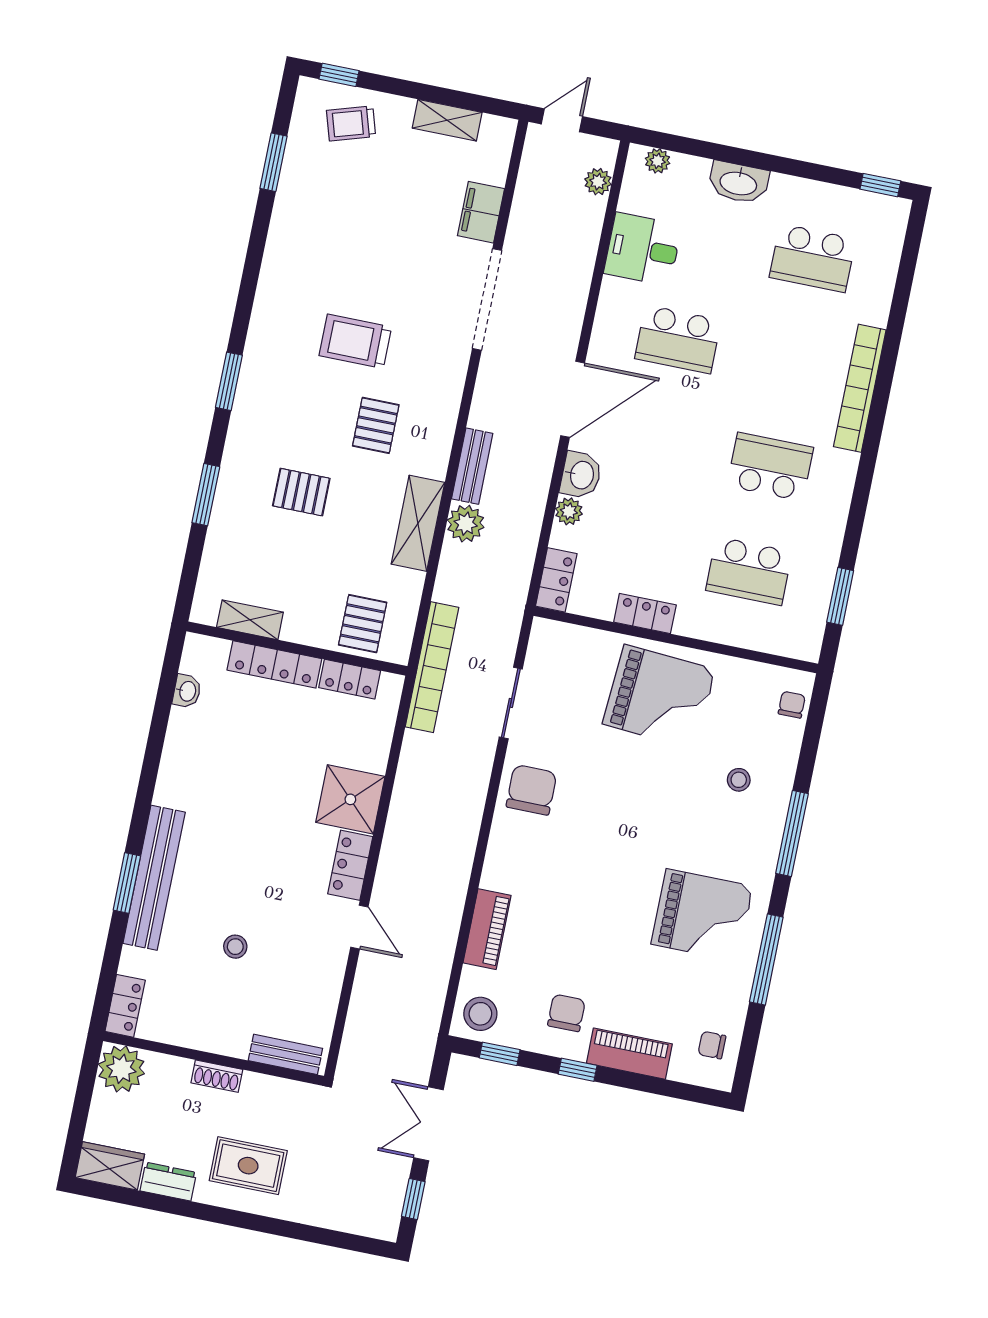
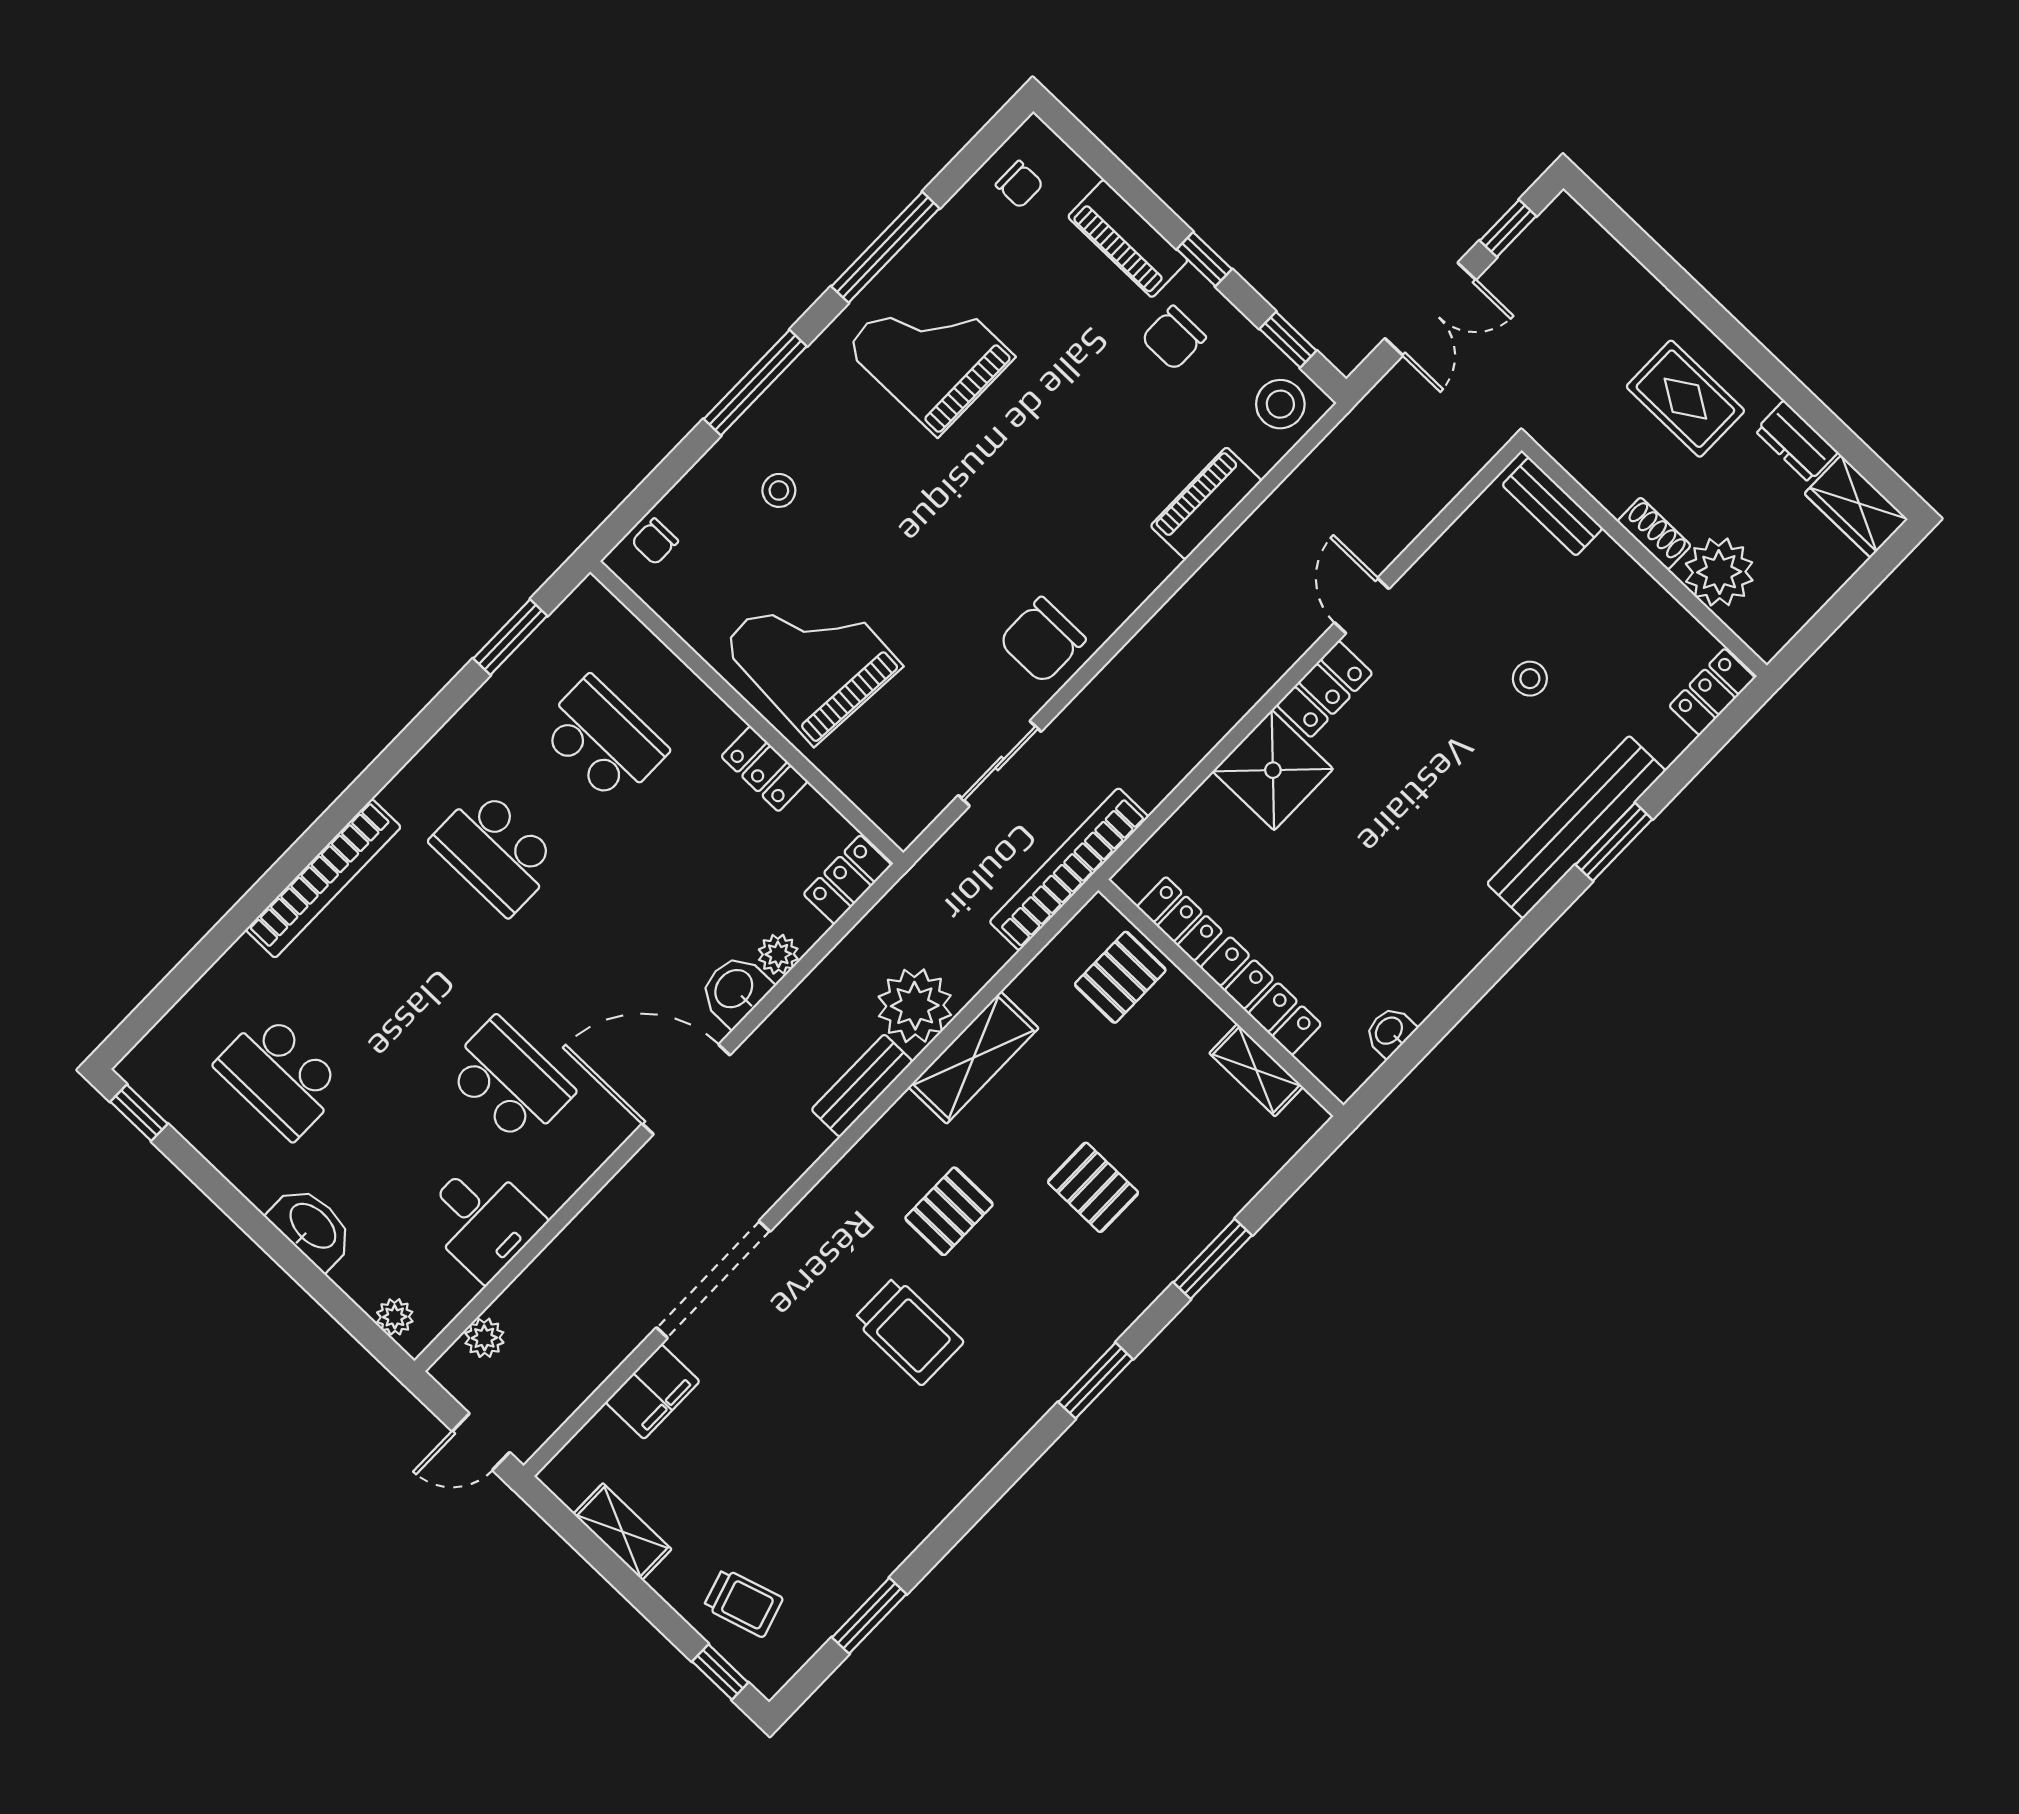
school desk: (813, 258) -> (280, 1076), turned 180
plant: (466, 524) -> (915, 1006), width x1.36, depth x1.36
plant: (121, 1069) -> (1719, 572), moved

